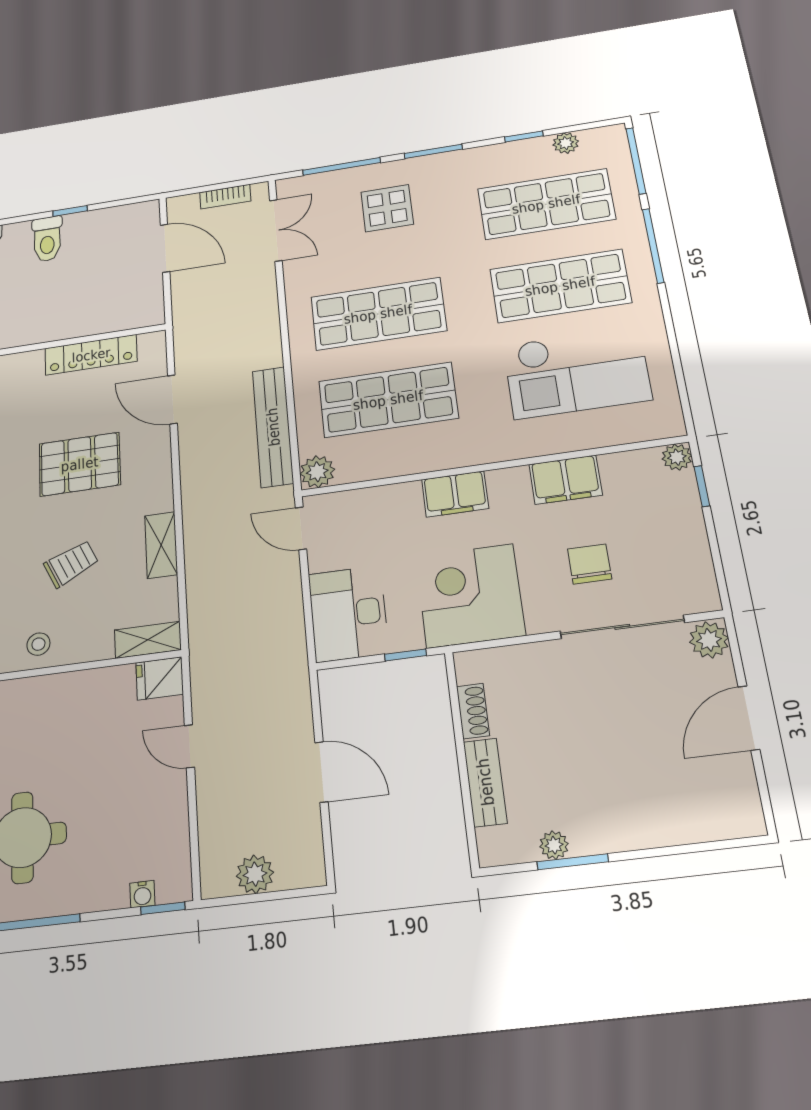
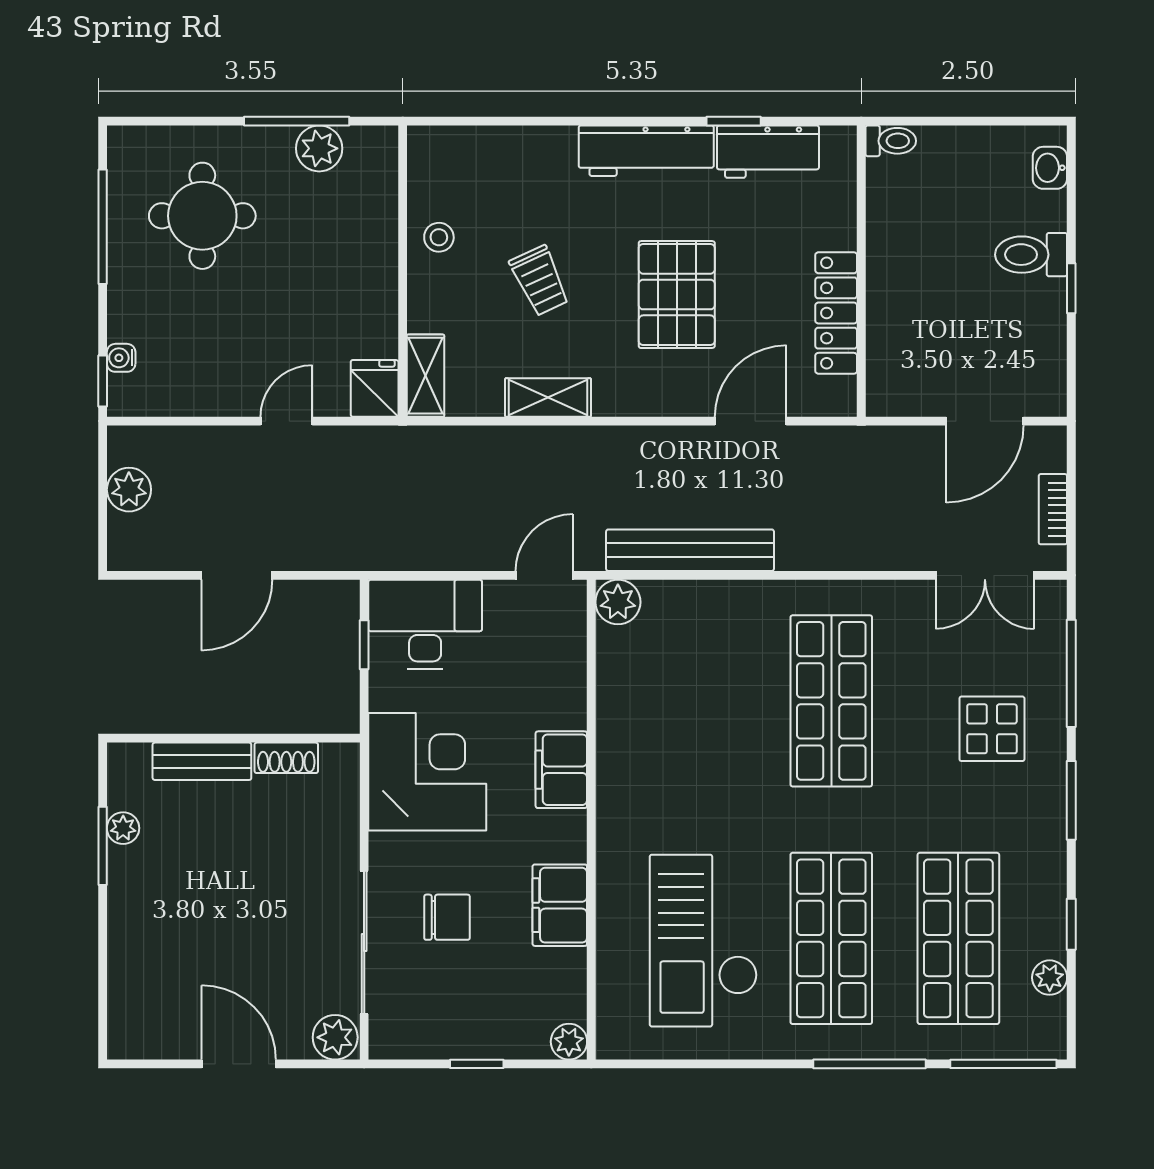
shop shelf: (388, 400) -> (704, 701), removed
window: (702, 486) -> (477, 1064), moved
window: (405, 655) -> (364, 645), moved

